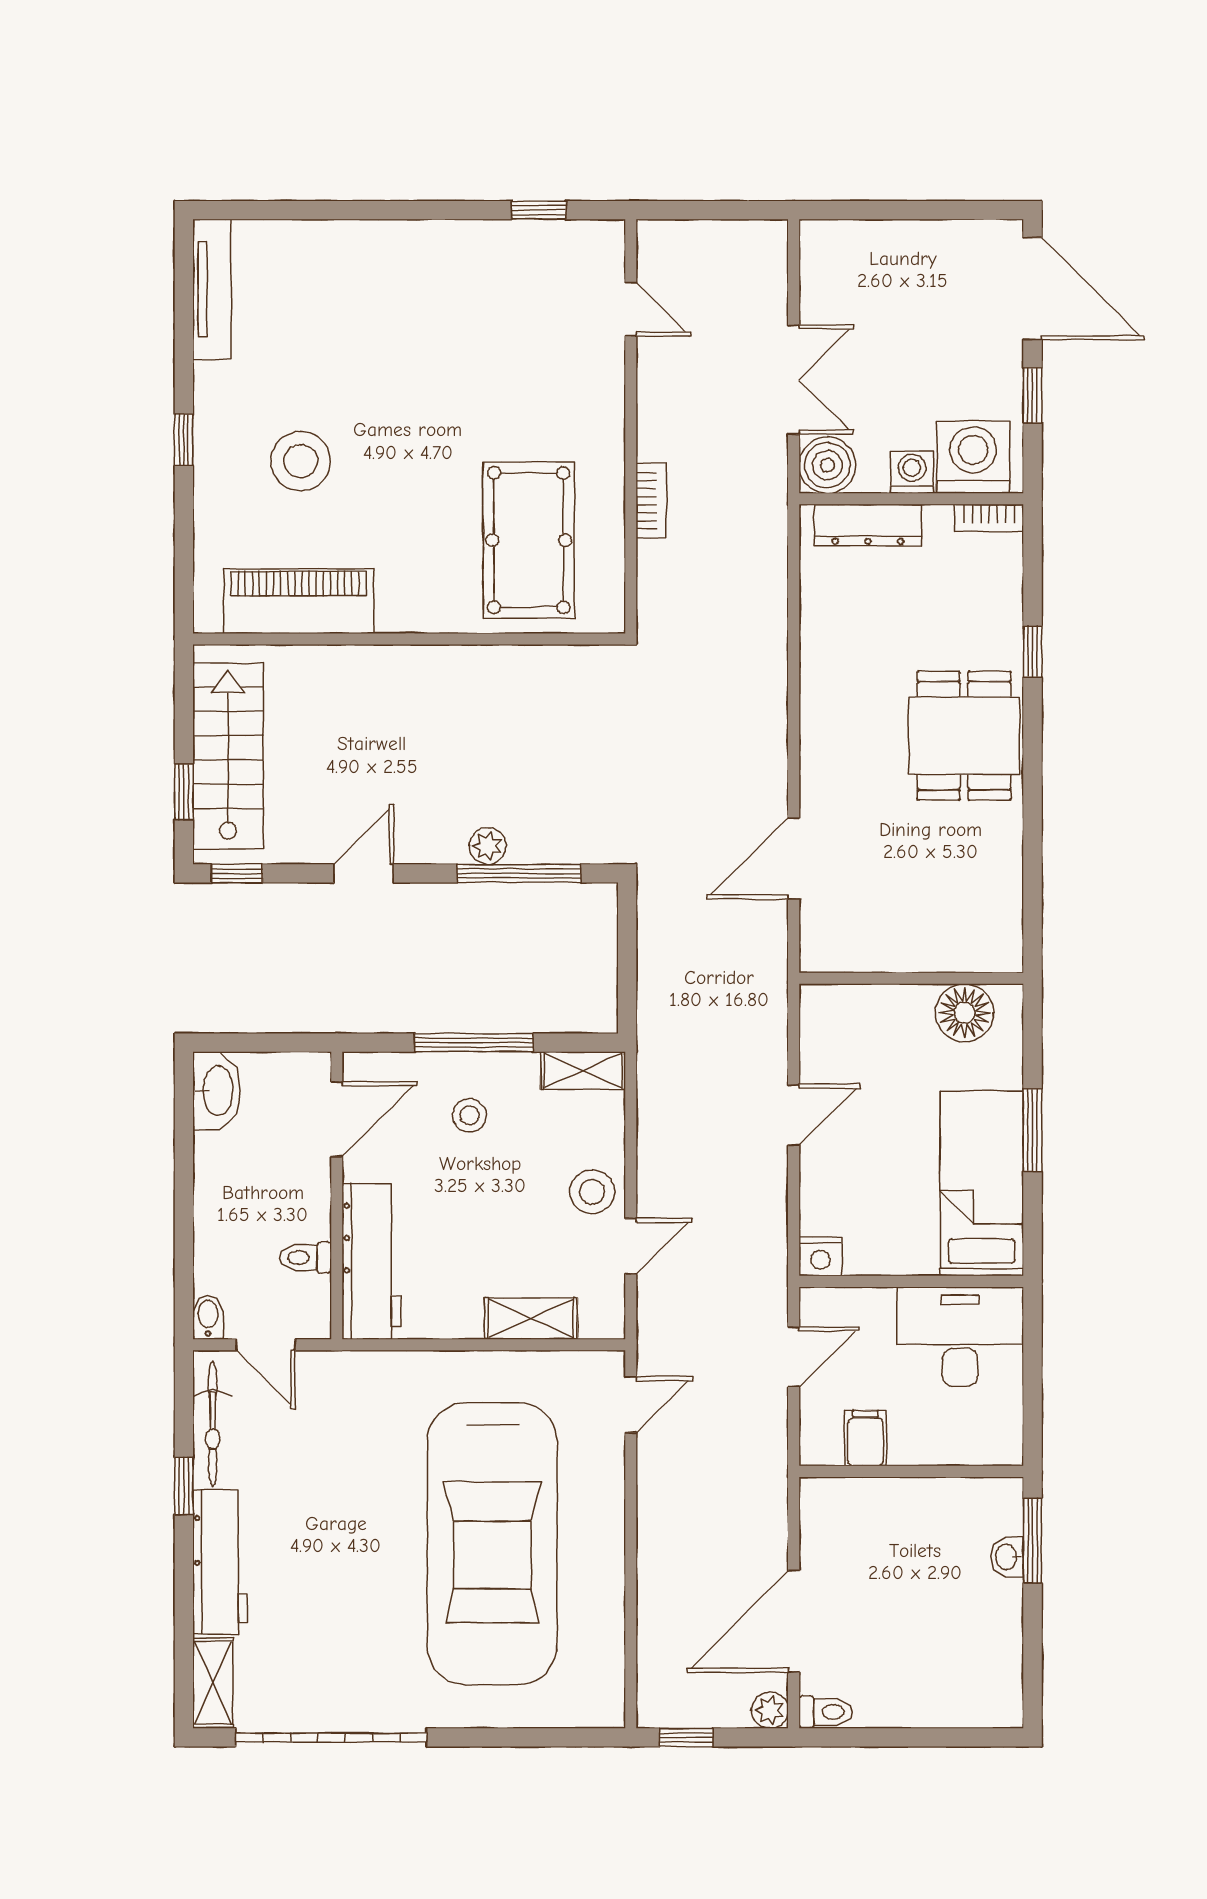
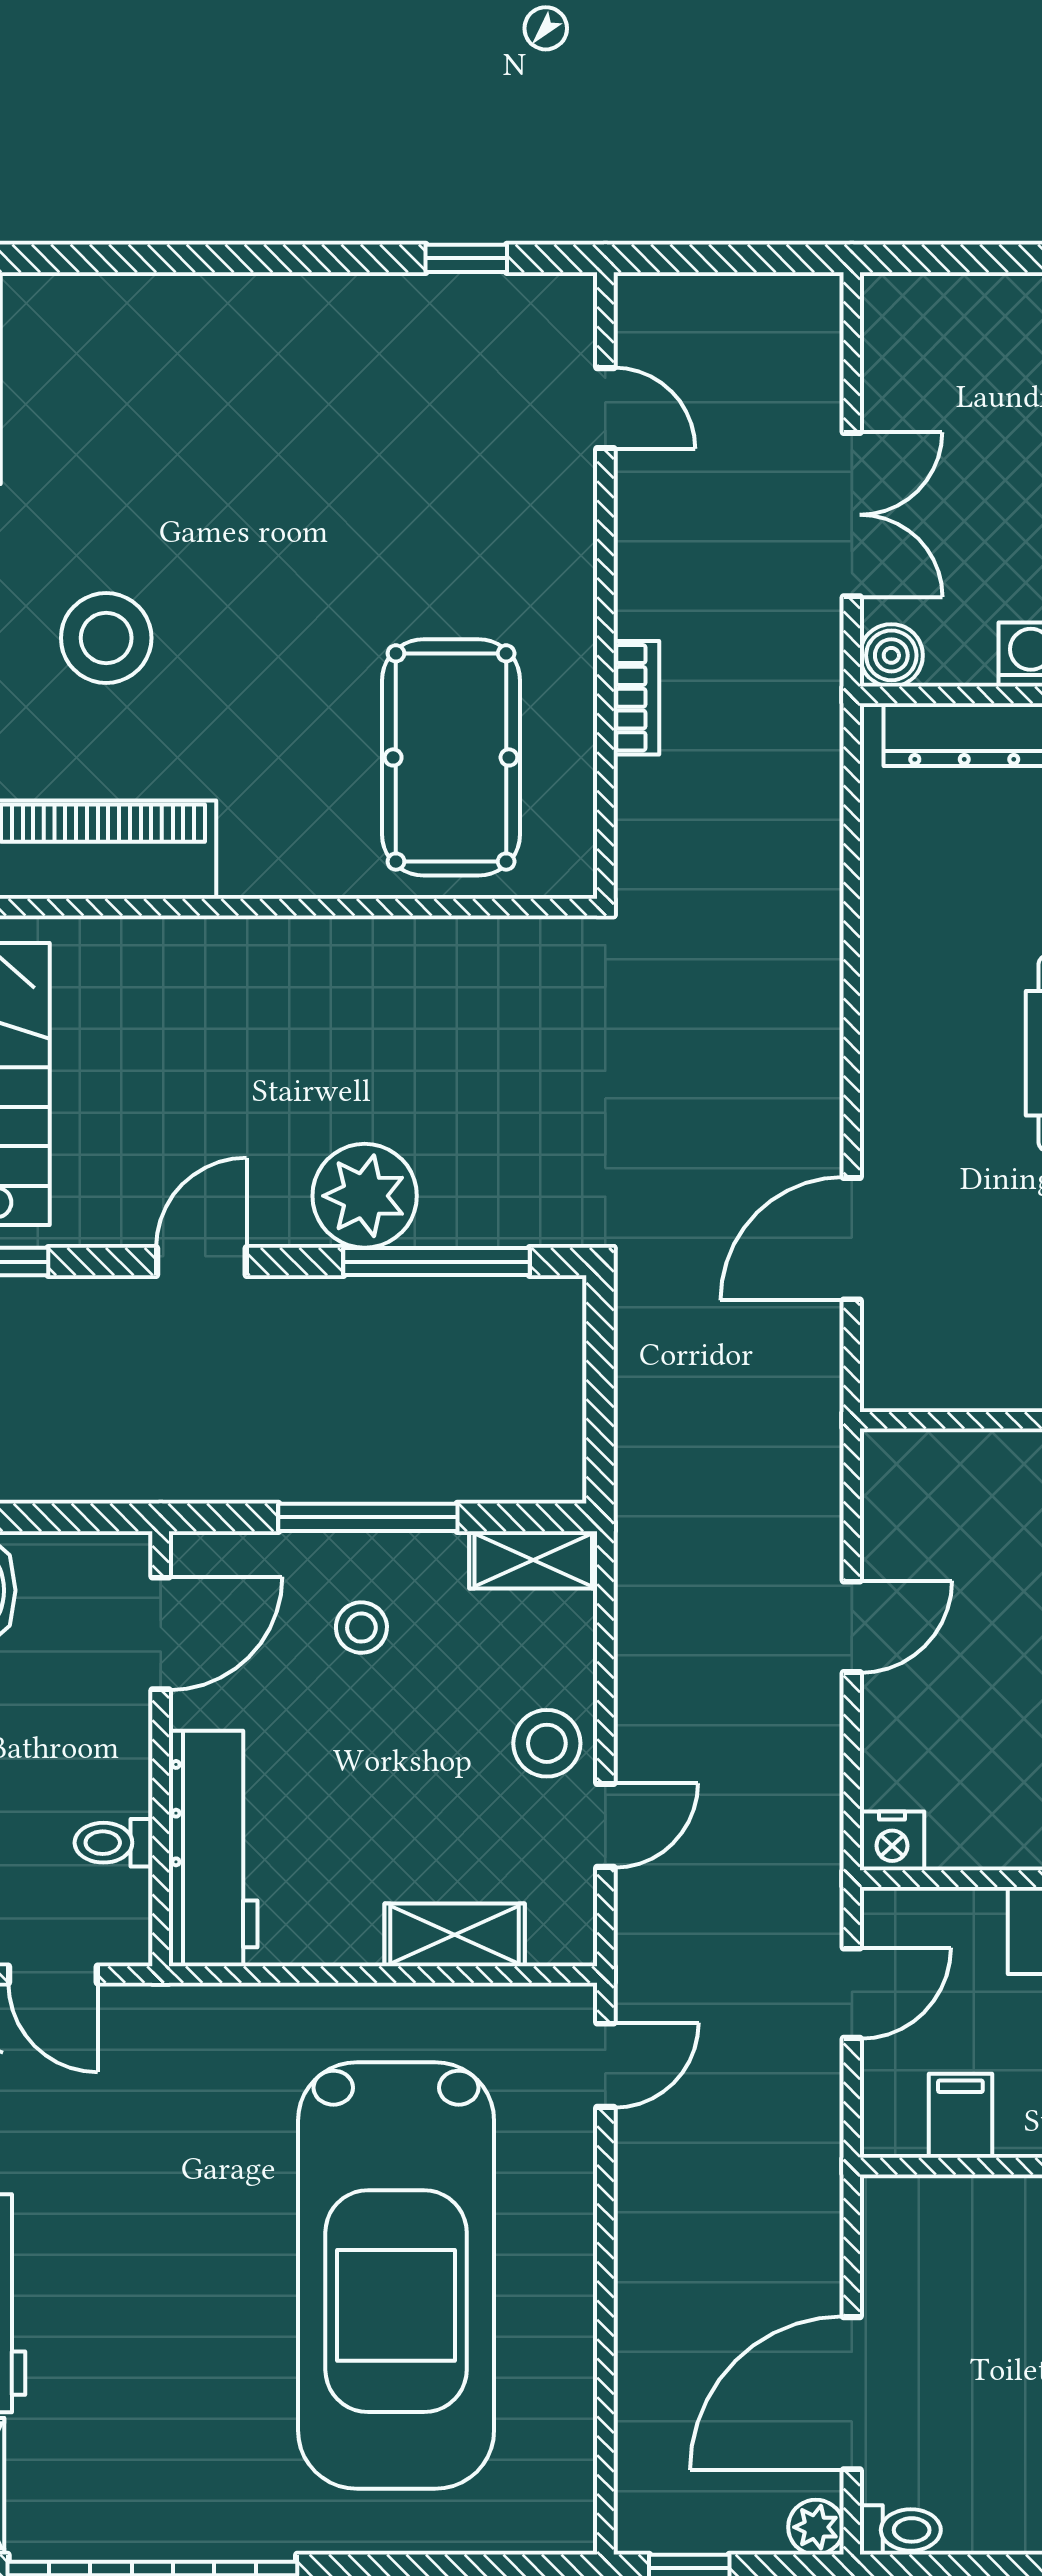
boiler: (827, 465) -> (891, 655), width x0.73, depth x0.73
plant: (488, 846) -> (365, 1196), width x1.87, depth x1.87

